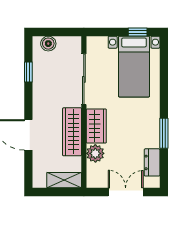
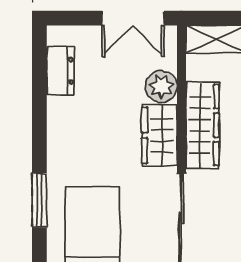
window: (164, 133) -> (39, 200), moved
double door: (126, 192) -> (133, 18), moved

